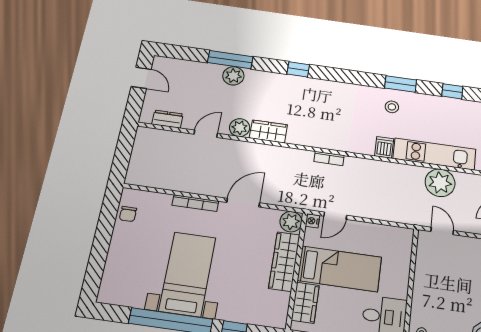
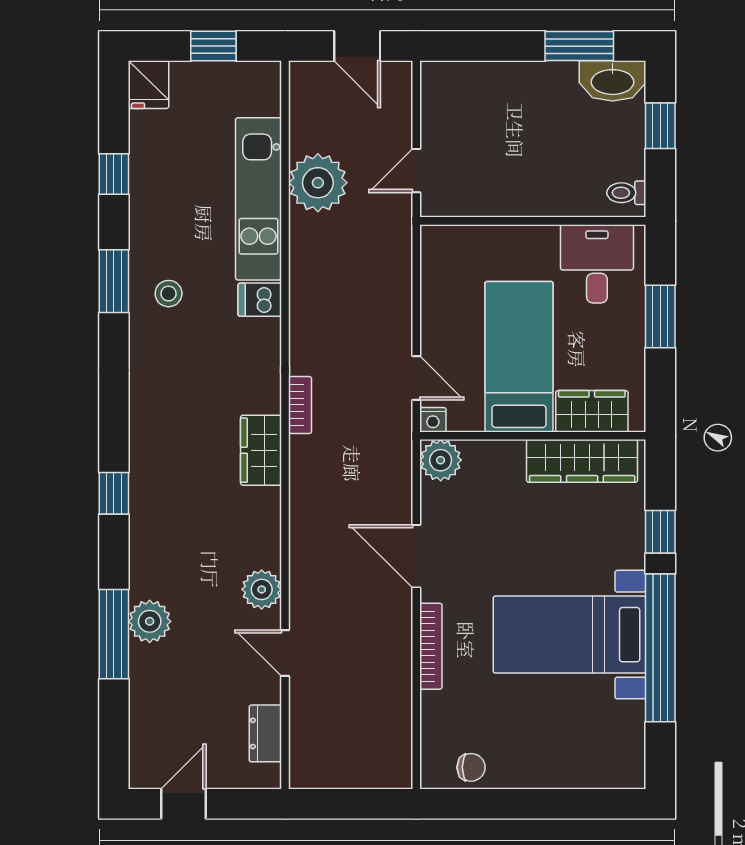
wardrobe: (268, 131) -> (261, 450), moved
wardrobe: (284, 261) -> (582, 461), moved

